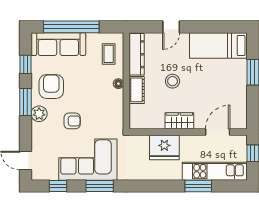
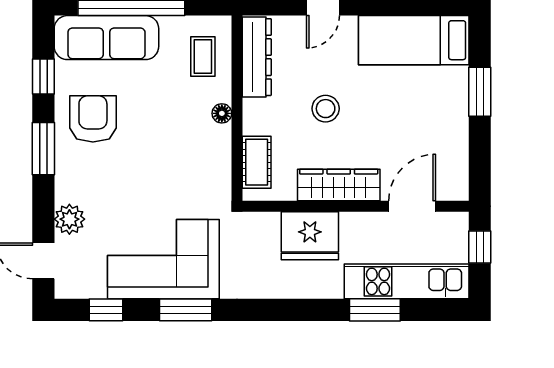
cot: (137, 90) -> (257, 162), moved
plant: (39, 114) -> (69, 219), moved
armchair: (72, 121) -> (133, 185), removed
wardrobe: (179, 121) -> (339, 185), width x1.50

